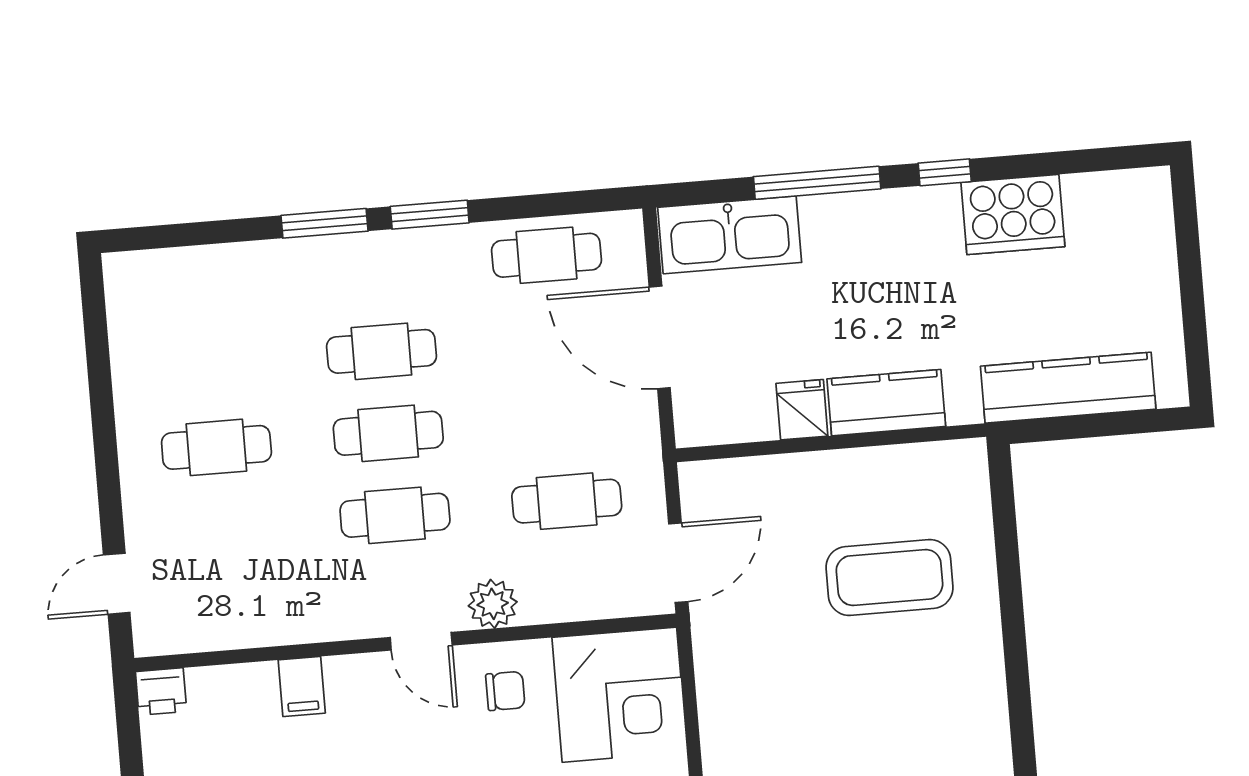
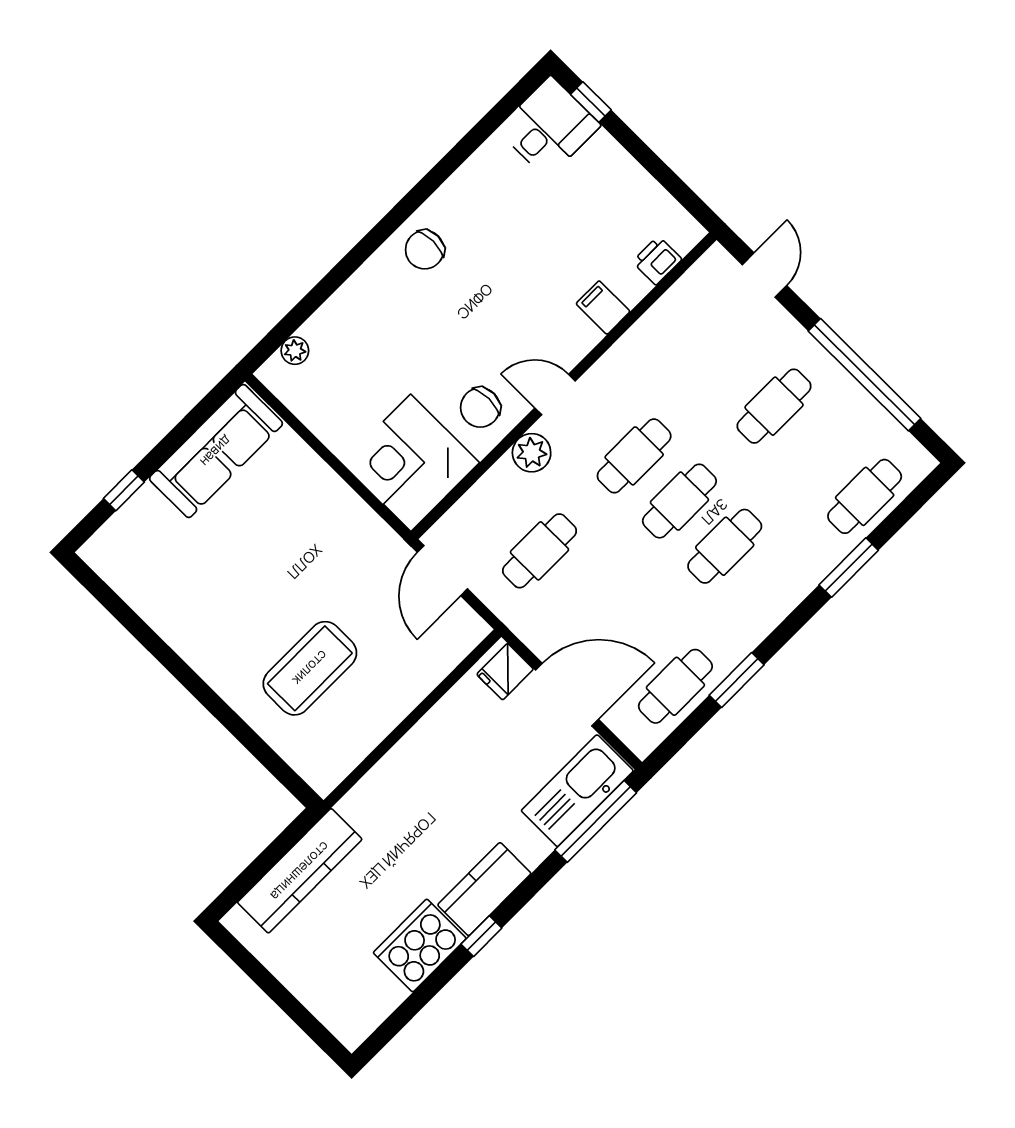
window: (817, 183) -> (596, 821), moved
window: (430, 215) -> (737, 680), moved
window: (325, 223) -> (849, 568), moved
cafe table: (203, 283) -> (865, 496), added
window: (102, 403) -> (864, 375), added
kitchen counter: (886, 403) -> (484, 889), moved, turned 180
fridge: (802, 410) -> (505, 672), moved, turned 90
printer: (161, 691) -> (657, 260), moved
chair: (505, 691) -> (480, 407), width x1.37, depth x1.37

